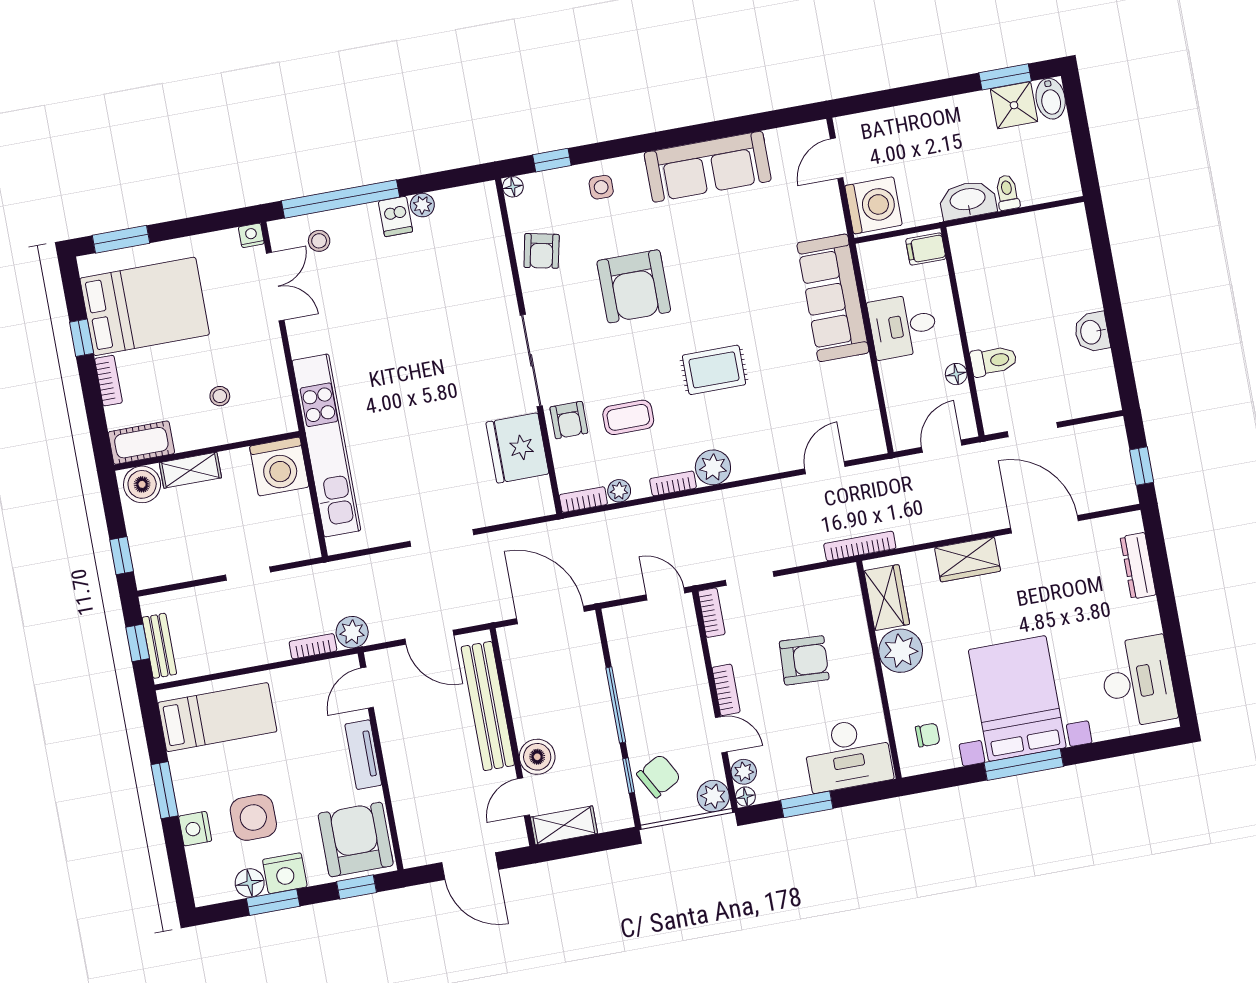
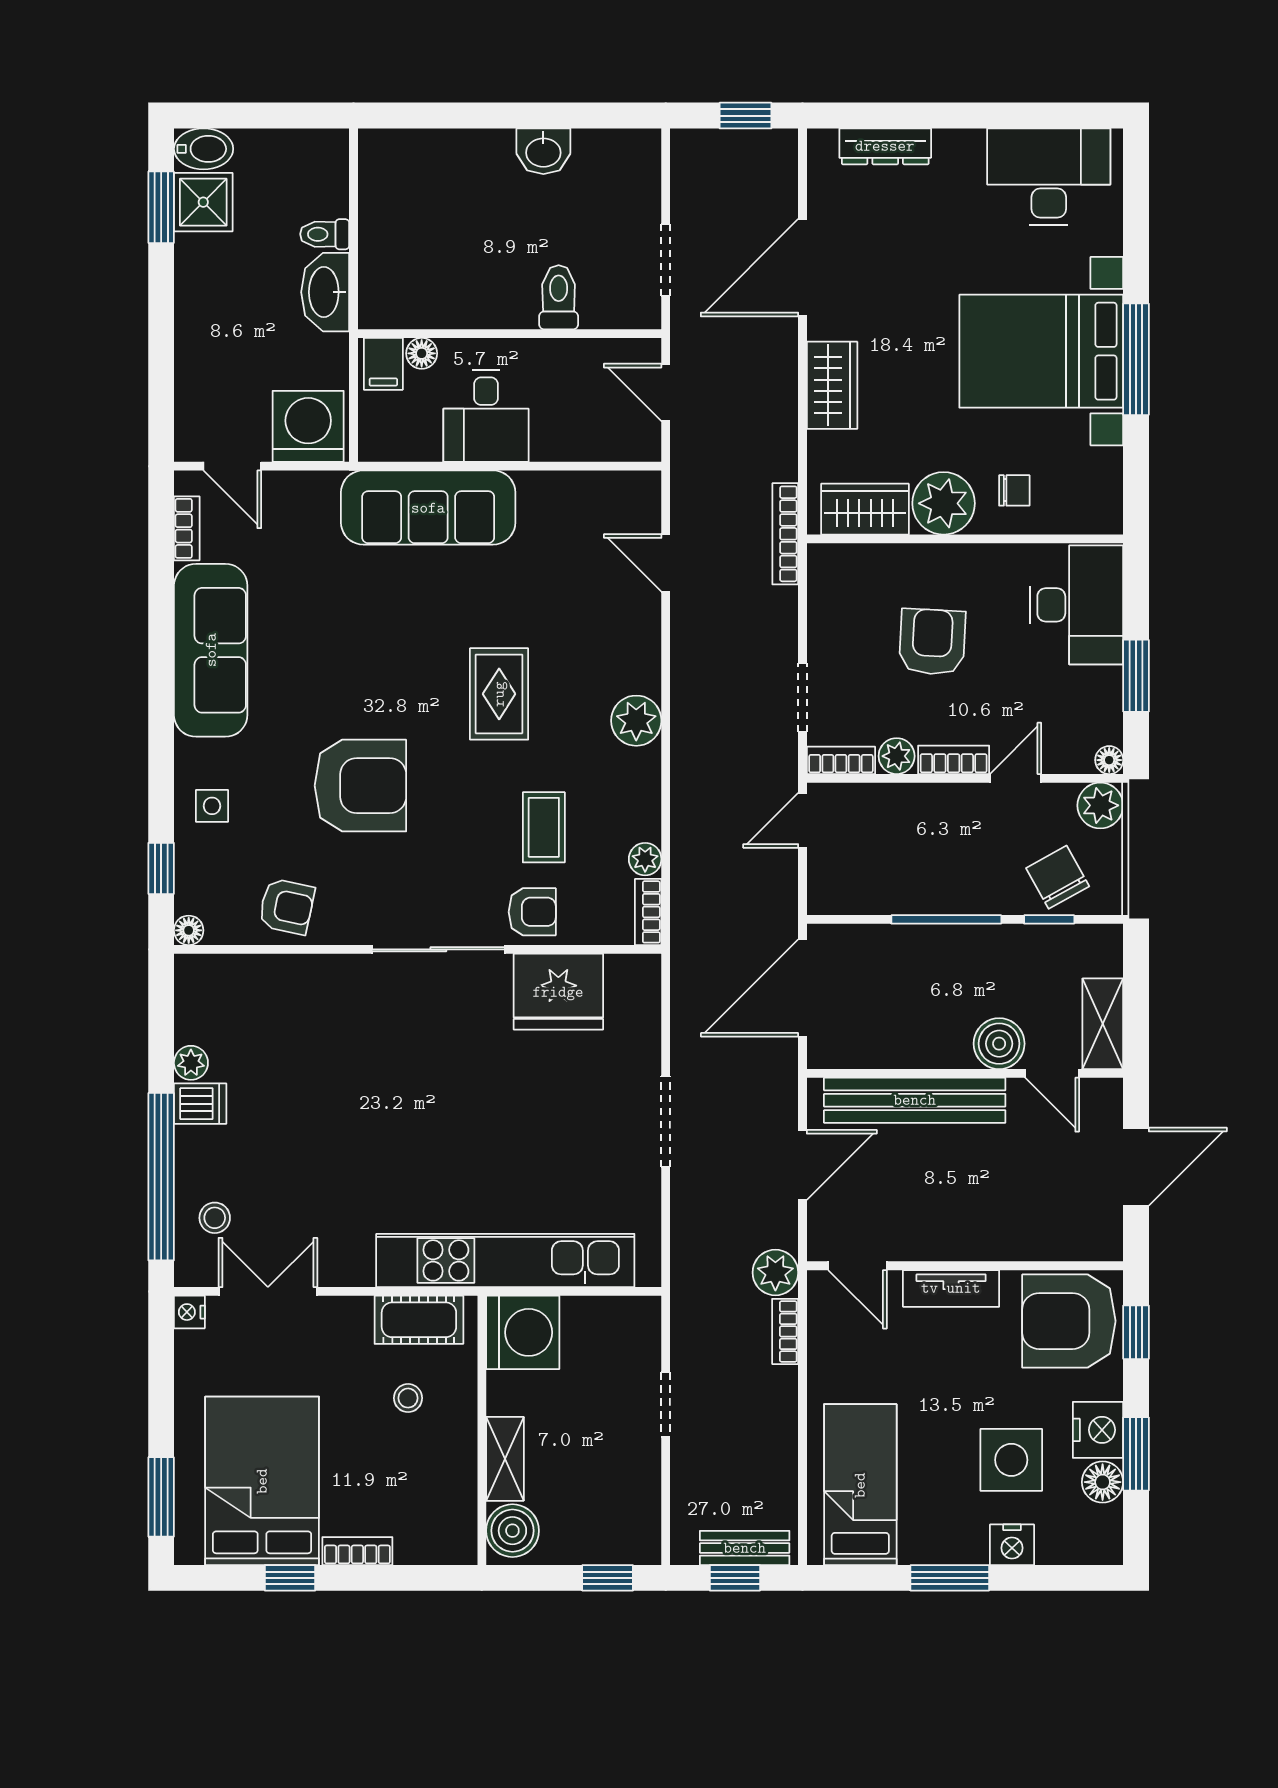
floor lamp: (956, 374) -> (422, 353), moved
cot: (141, 443) -> (419, 1320), moved, turned 90
bookcase: (673, 483) -> (187, 528), moved, turned 180
chair: (928, 735) -> (1014, 490), moved, turned 90
plant: (744, 772) -> (897, 756), moved

